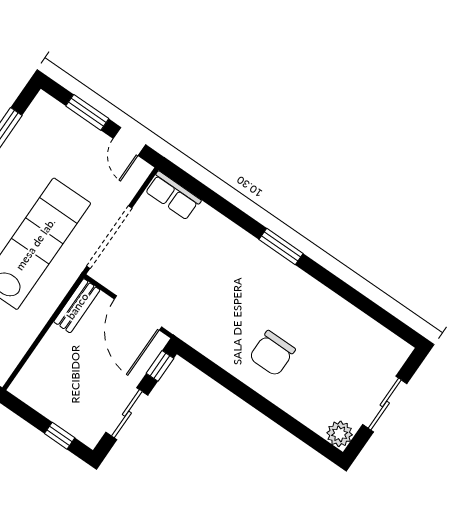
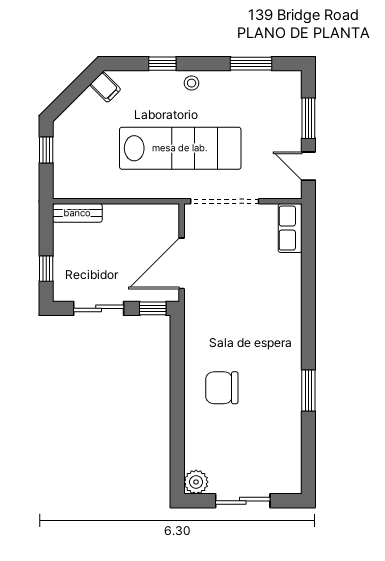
door: (129, 142) -> (308, 166), hinge flipped
window: (281, 246) -> (308, 390), moved
bench: (77, 306) -> (77, 213), moved

